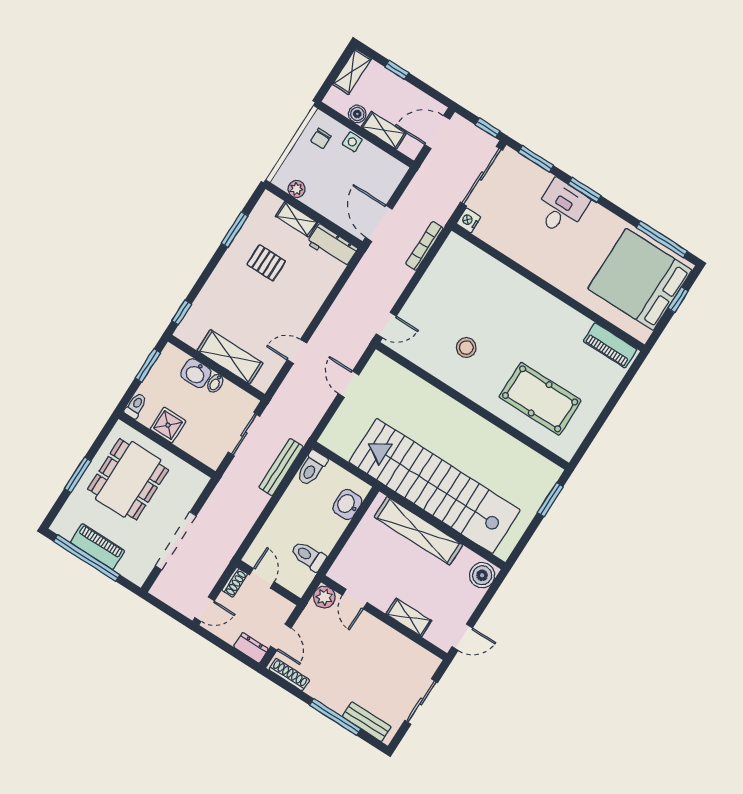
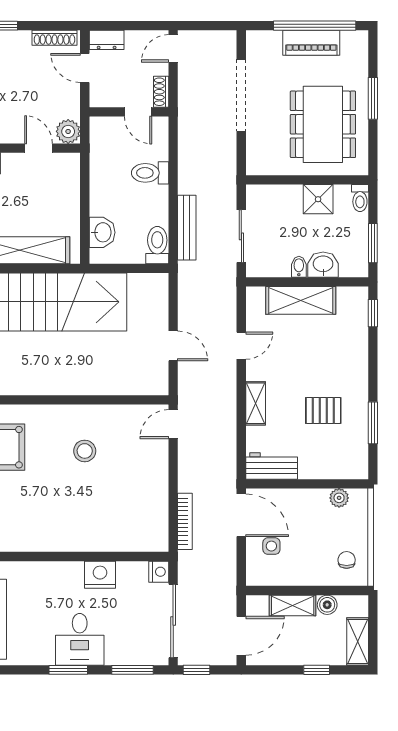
side table: (352, 142) -> (271, 546), moved
shelving: (297, 219) -> (256, 403), moved, turned 90
nightstand: (515, 247) -> (100, 575), added
toilet: (308, 556) -> (150, 173), moved, turned 180

